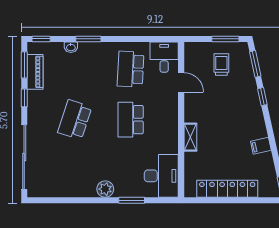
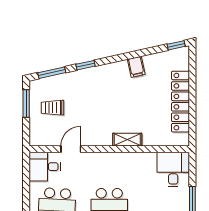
desk: (161, 176) -> (173, 170), width x0.73

